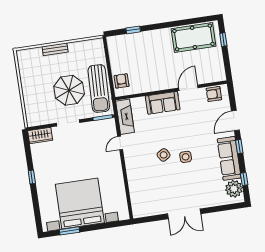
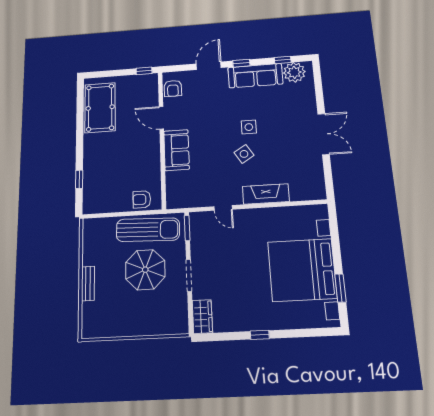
window: (223, 40) -> (144, 71), moved
fireplace: (125, 117) -> (266, 194), moved
door: (235, 121) -> (209, 66), swing flipped

